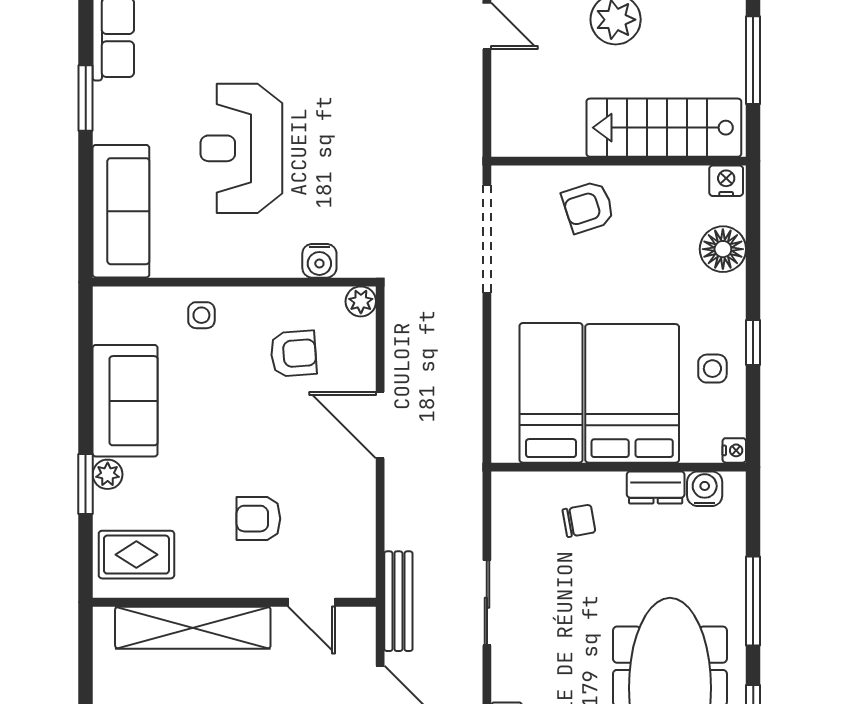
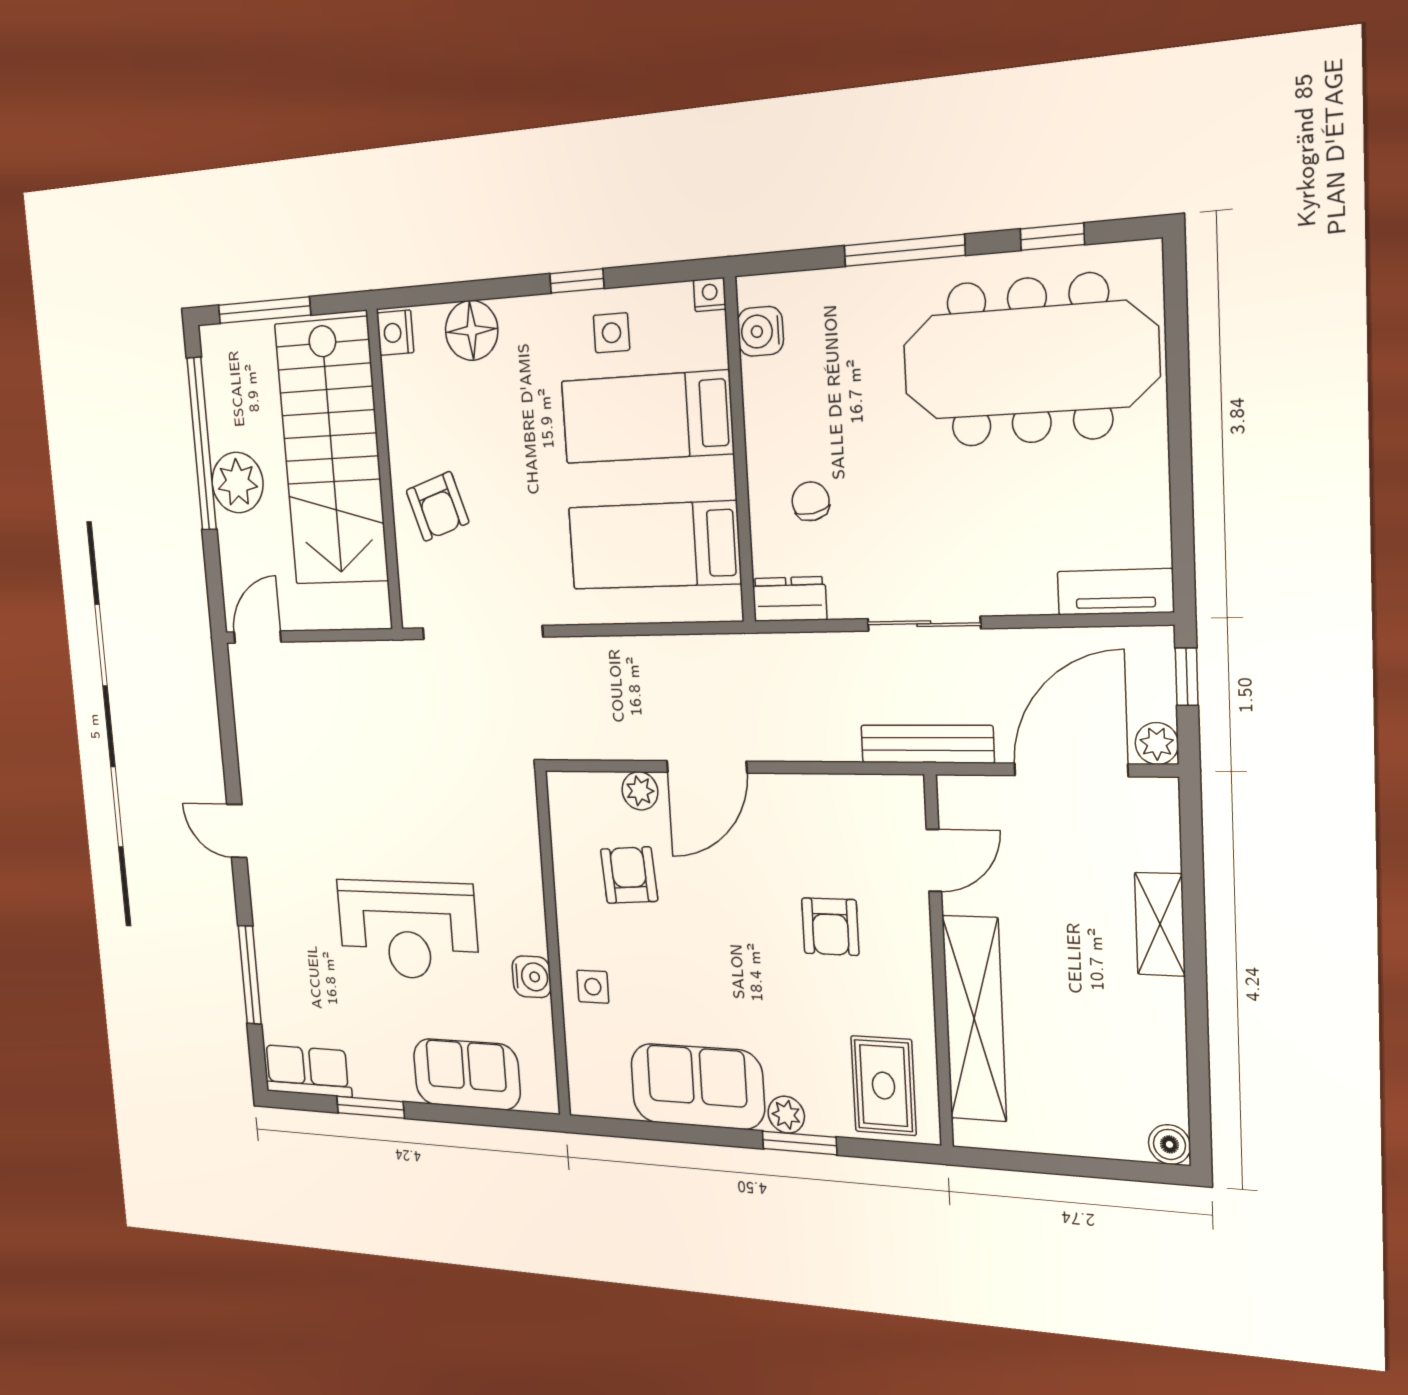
stairs: (664, 128) -> (332, 452), width x1.36, depth x1.51
sofa: (121, 211) -> (467, 1074), width x0.73
water cooler: (319, 261) -> (532, 977), moved
plant: (361, 301) -> (640, 791), moved
bed: (632, 393) -> (647, 417), width x0.67
dresser: (656, 487) -> (789, 599), moved, turned -90

